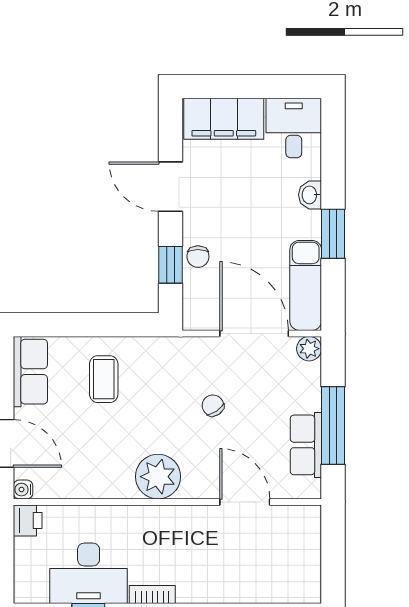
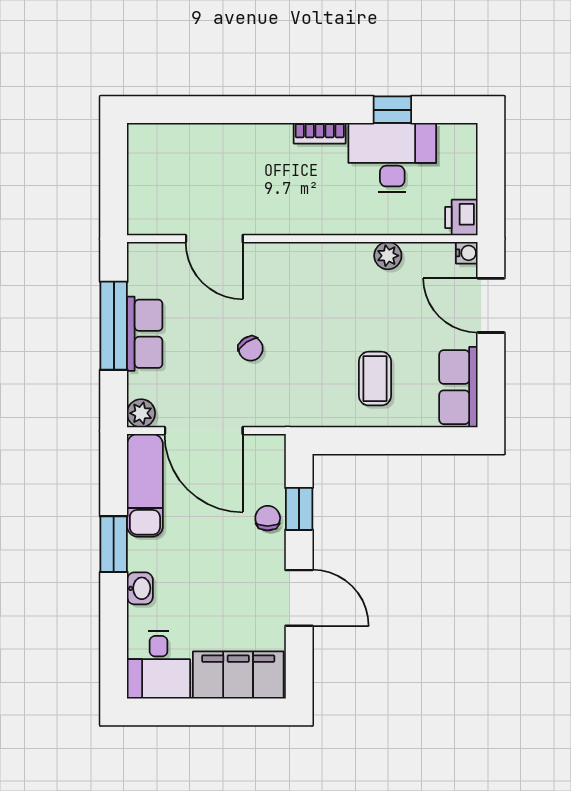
row of seats: (306, 445) -> (145, 334), moved
plant: (158, 477) -> (388, 256), moved, width x0.53, depth x0.53

